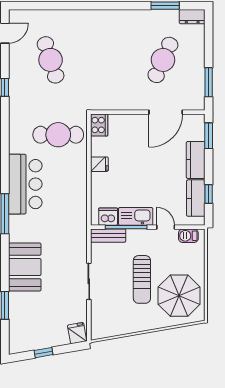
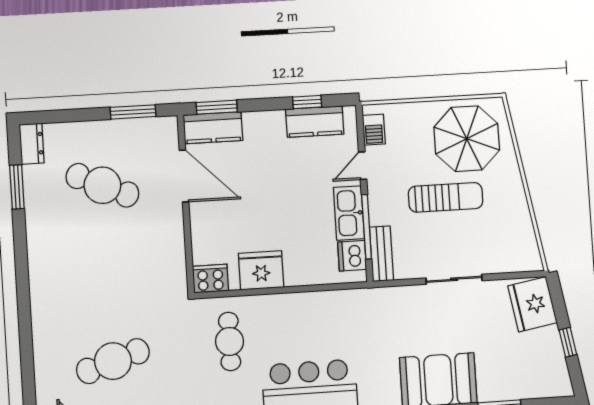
cafe table: (58, 135) -> (230, 341), width x0.73, depth x0.74
kitchen counter: (196, 160) -> (213, 128), moved
fridge: (99, 164) -> (261, 270), width x1.88, depth x1.34
fridge: (77, 333) -> (532, 304), width x1.88, depth x1.34

